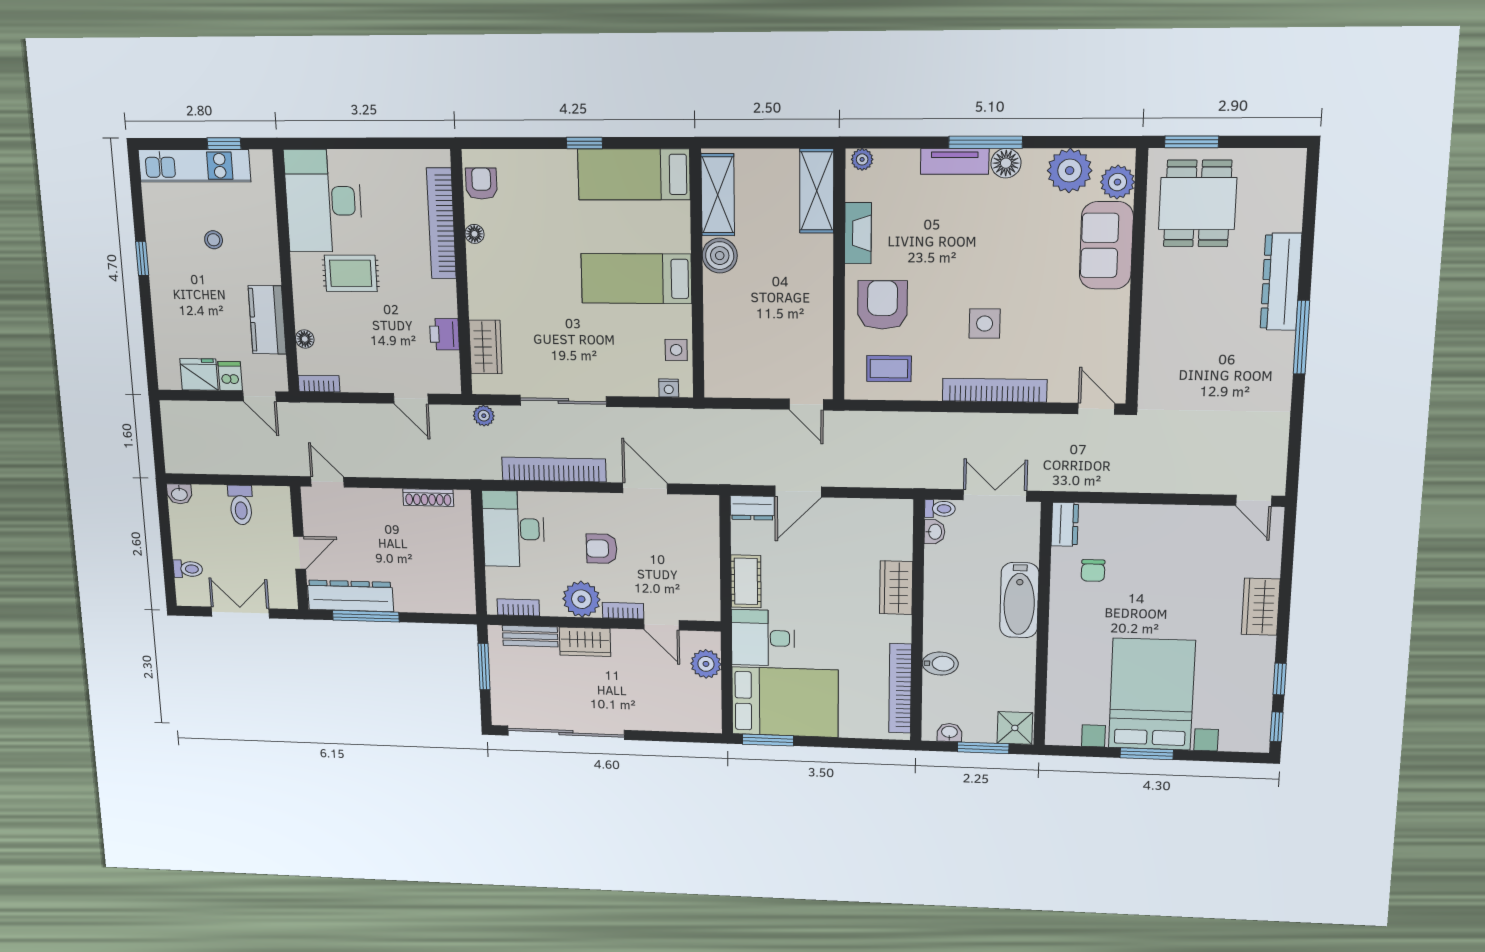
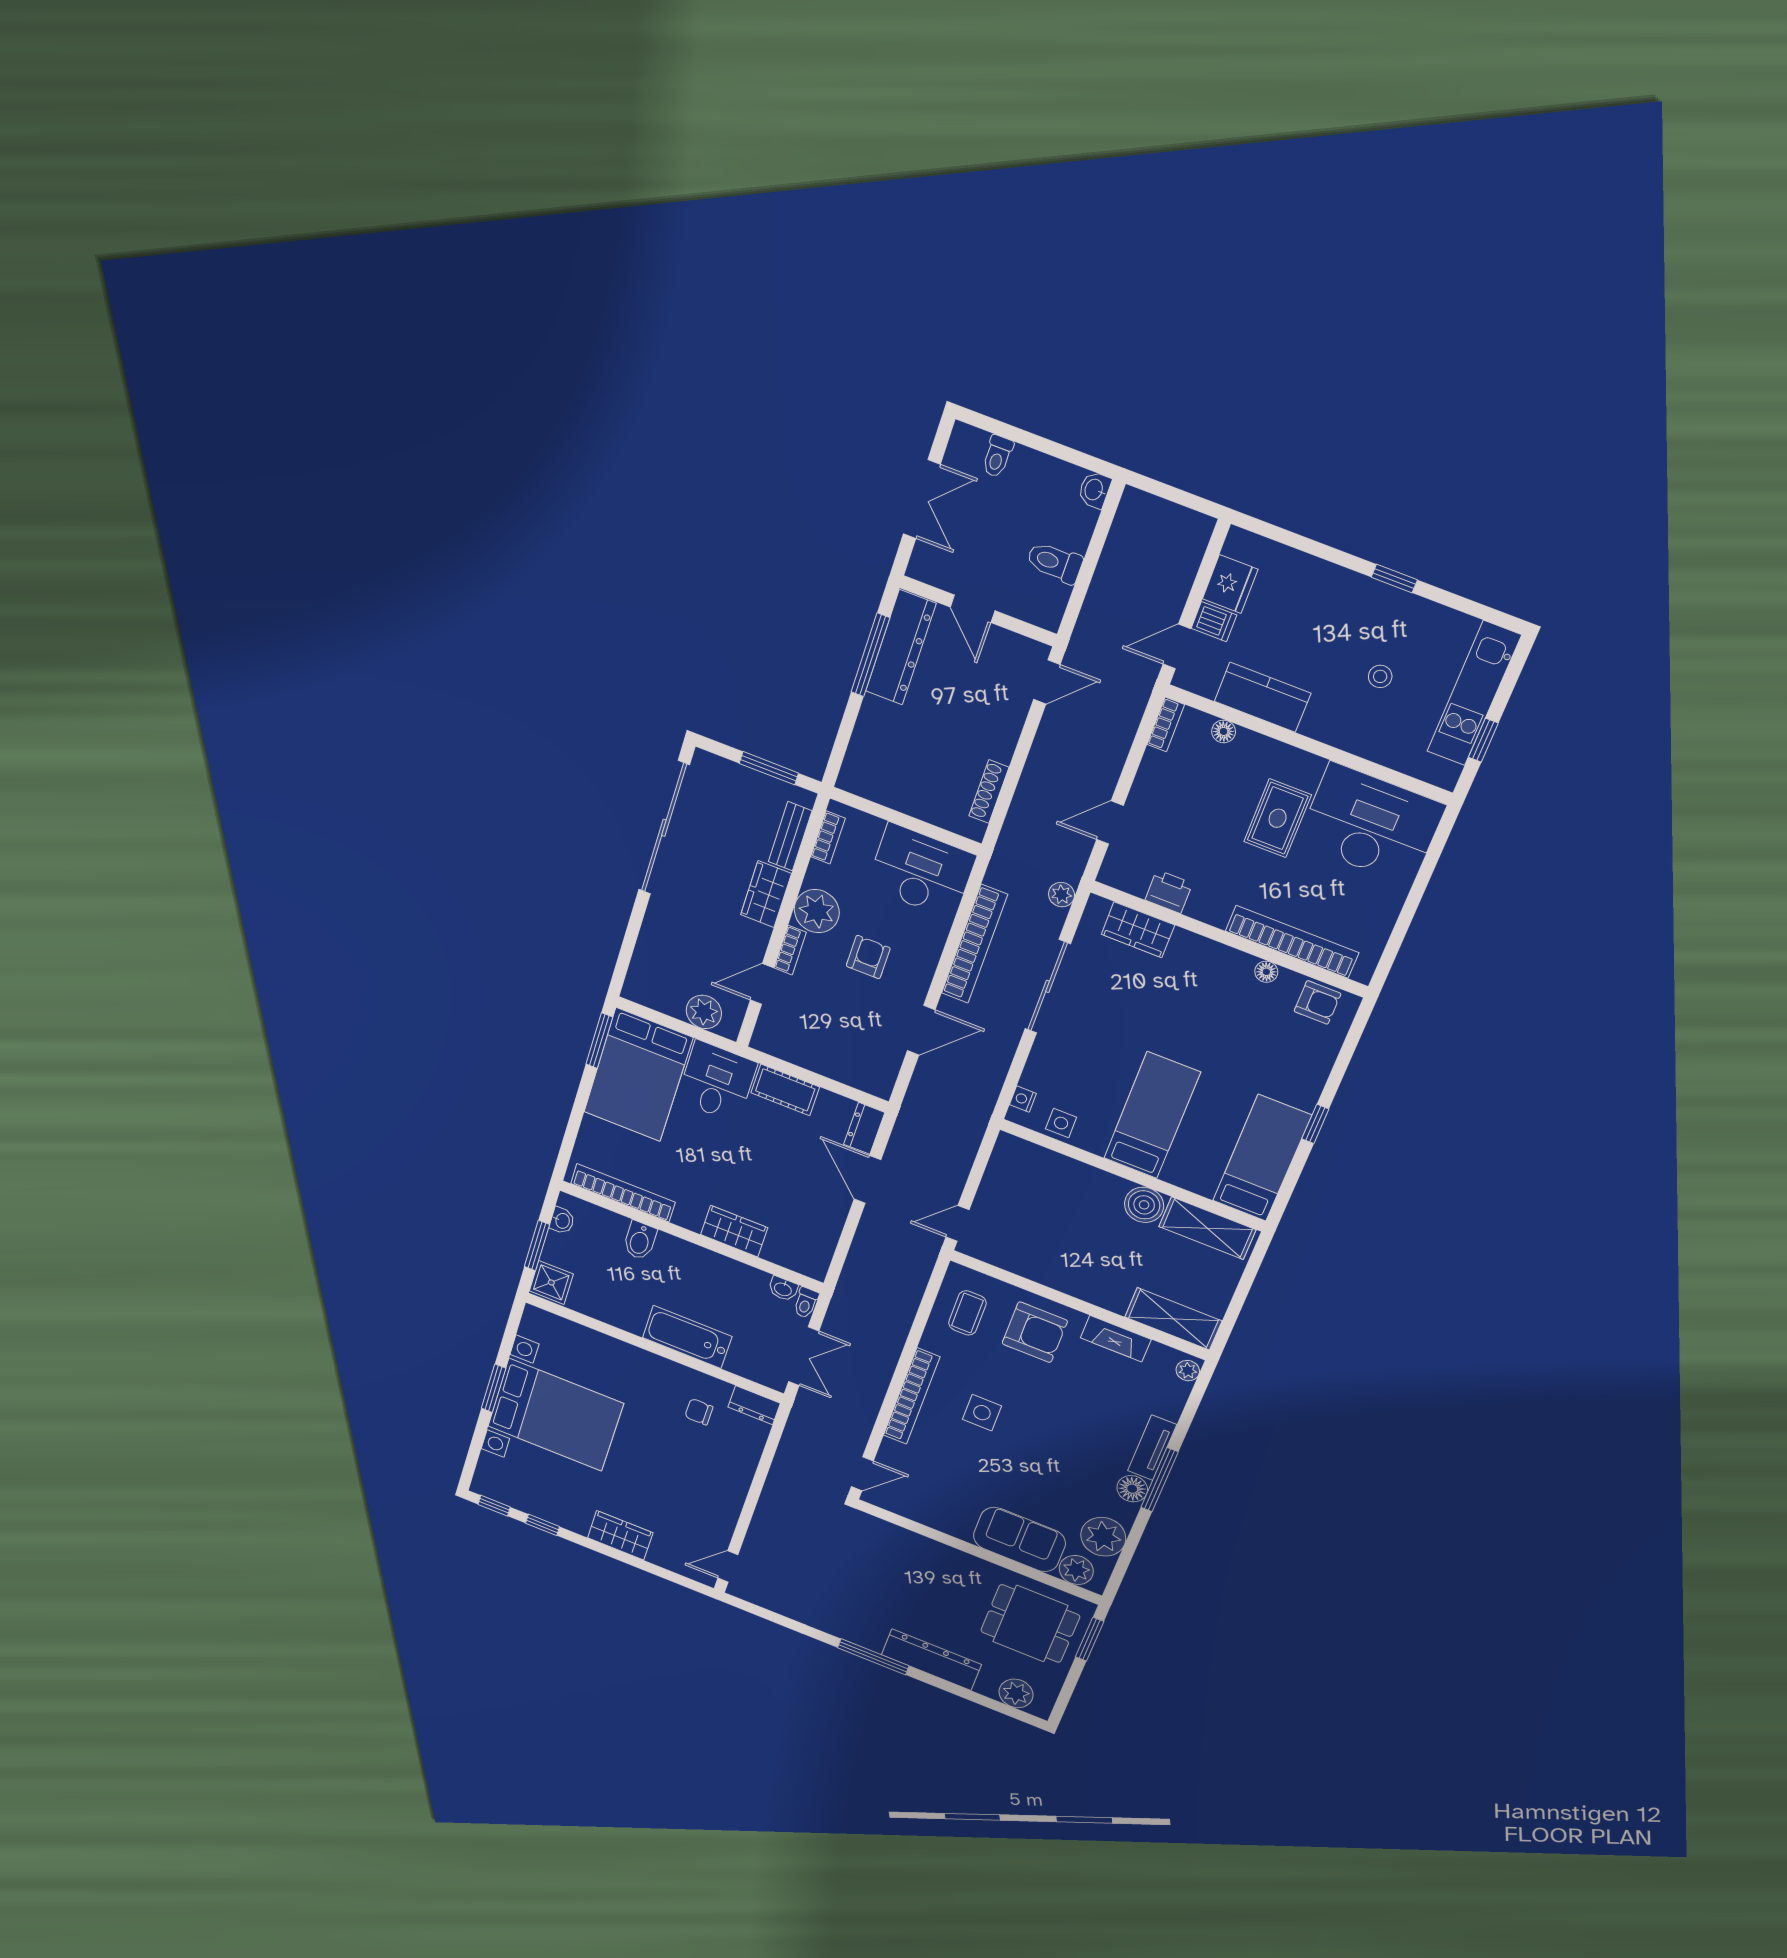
plant: (1287, 189) -> (1016, 1693), added

